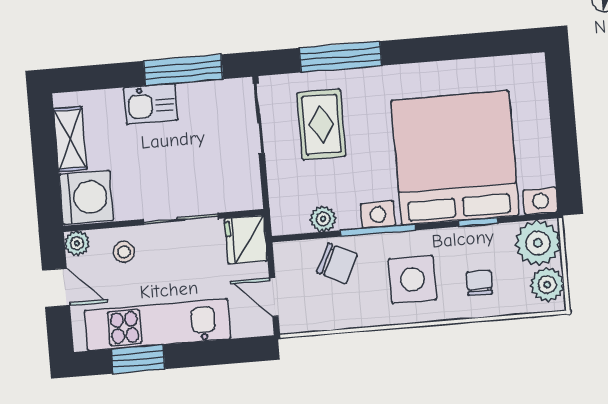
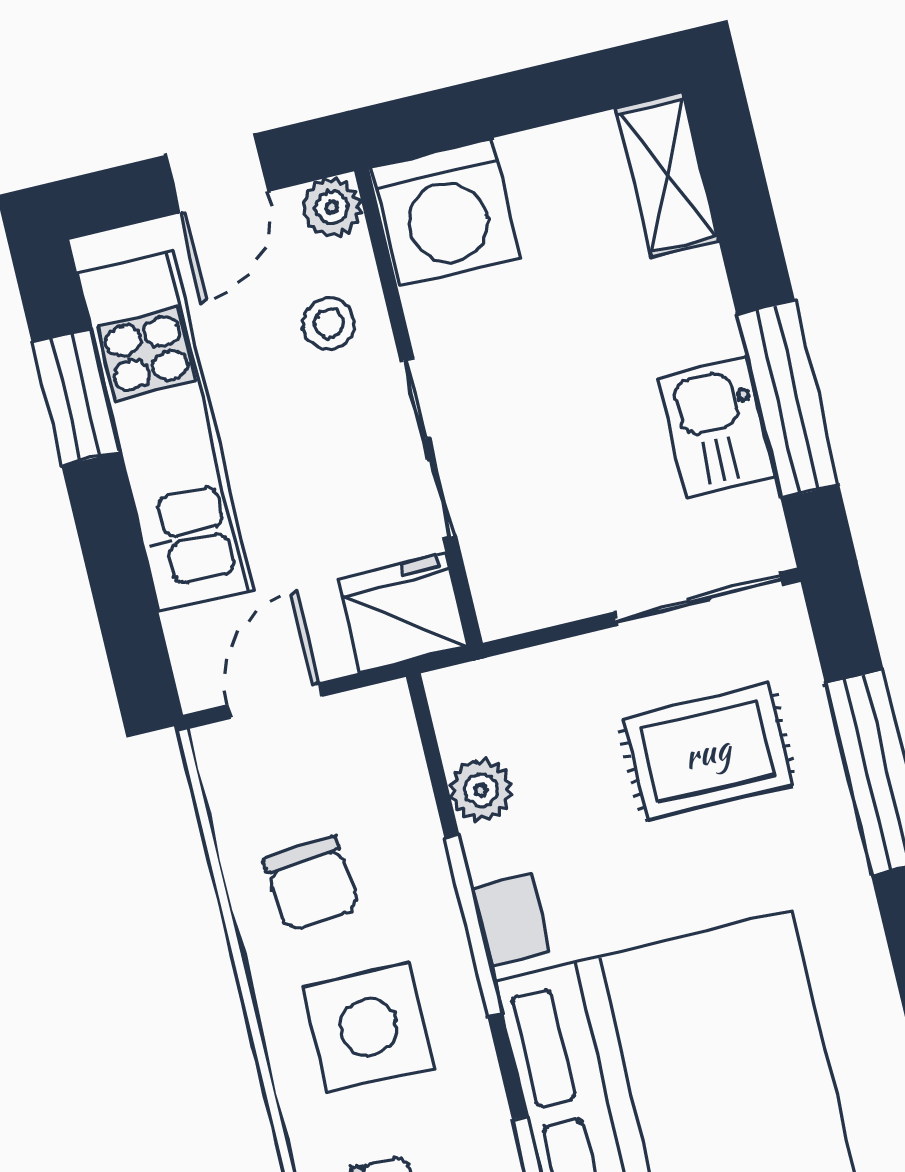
kitchen sink: (151, 104) -> (717, 427), moved
shelving: (70, 139) -> (667, 175), moved, turned 90
chair: (337, 263) -> (311, 883), moved, turned -31

